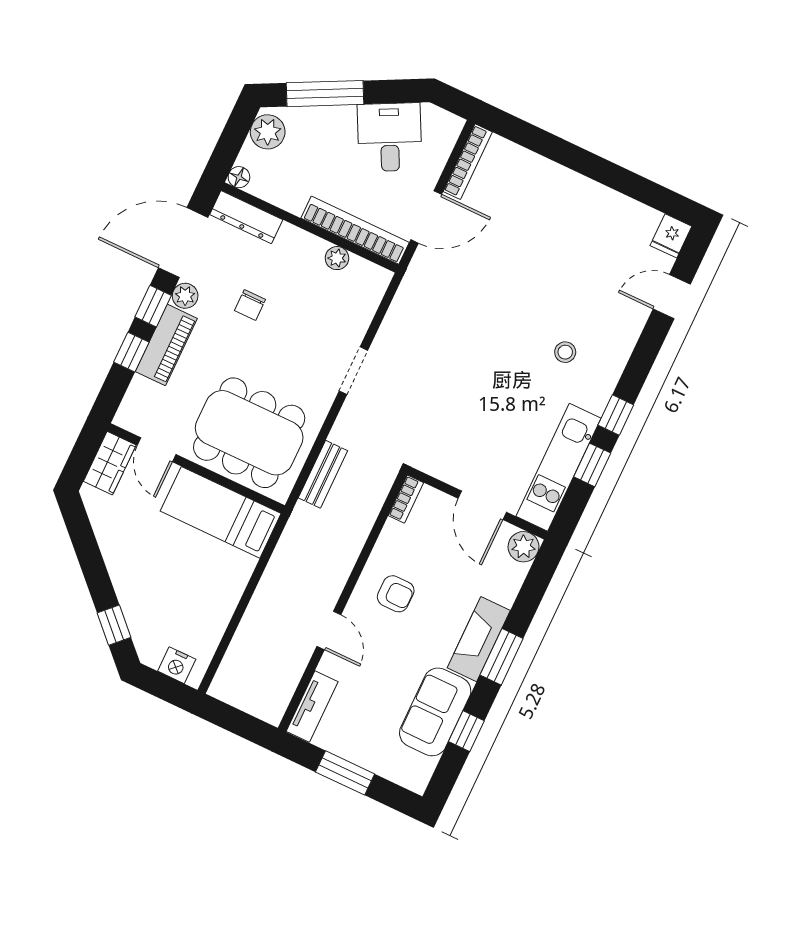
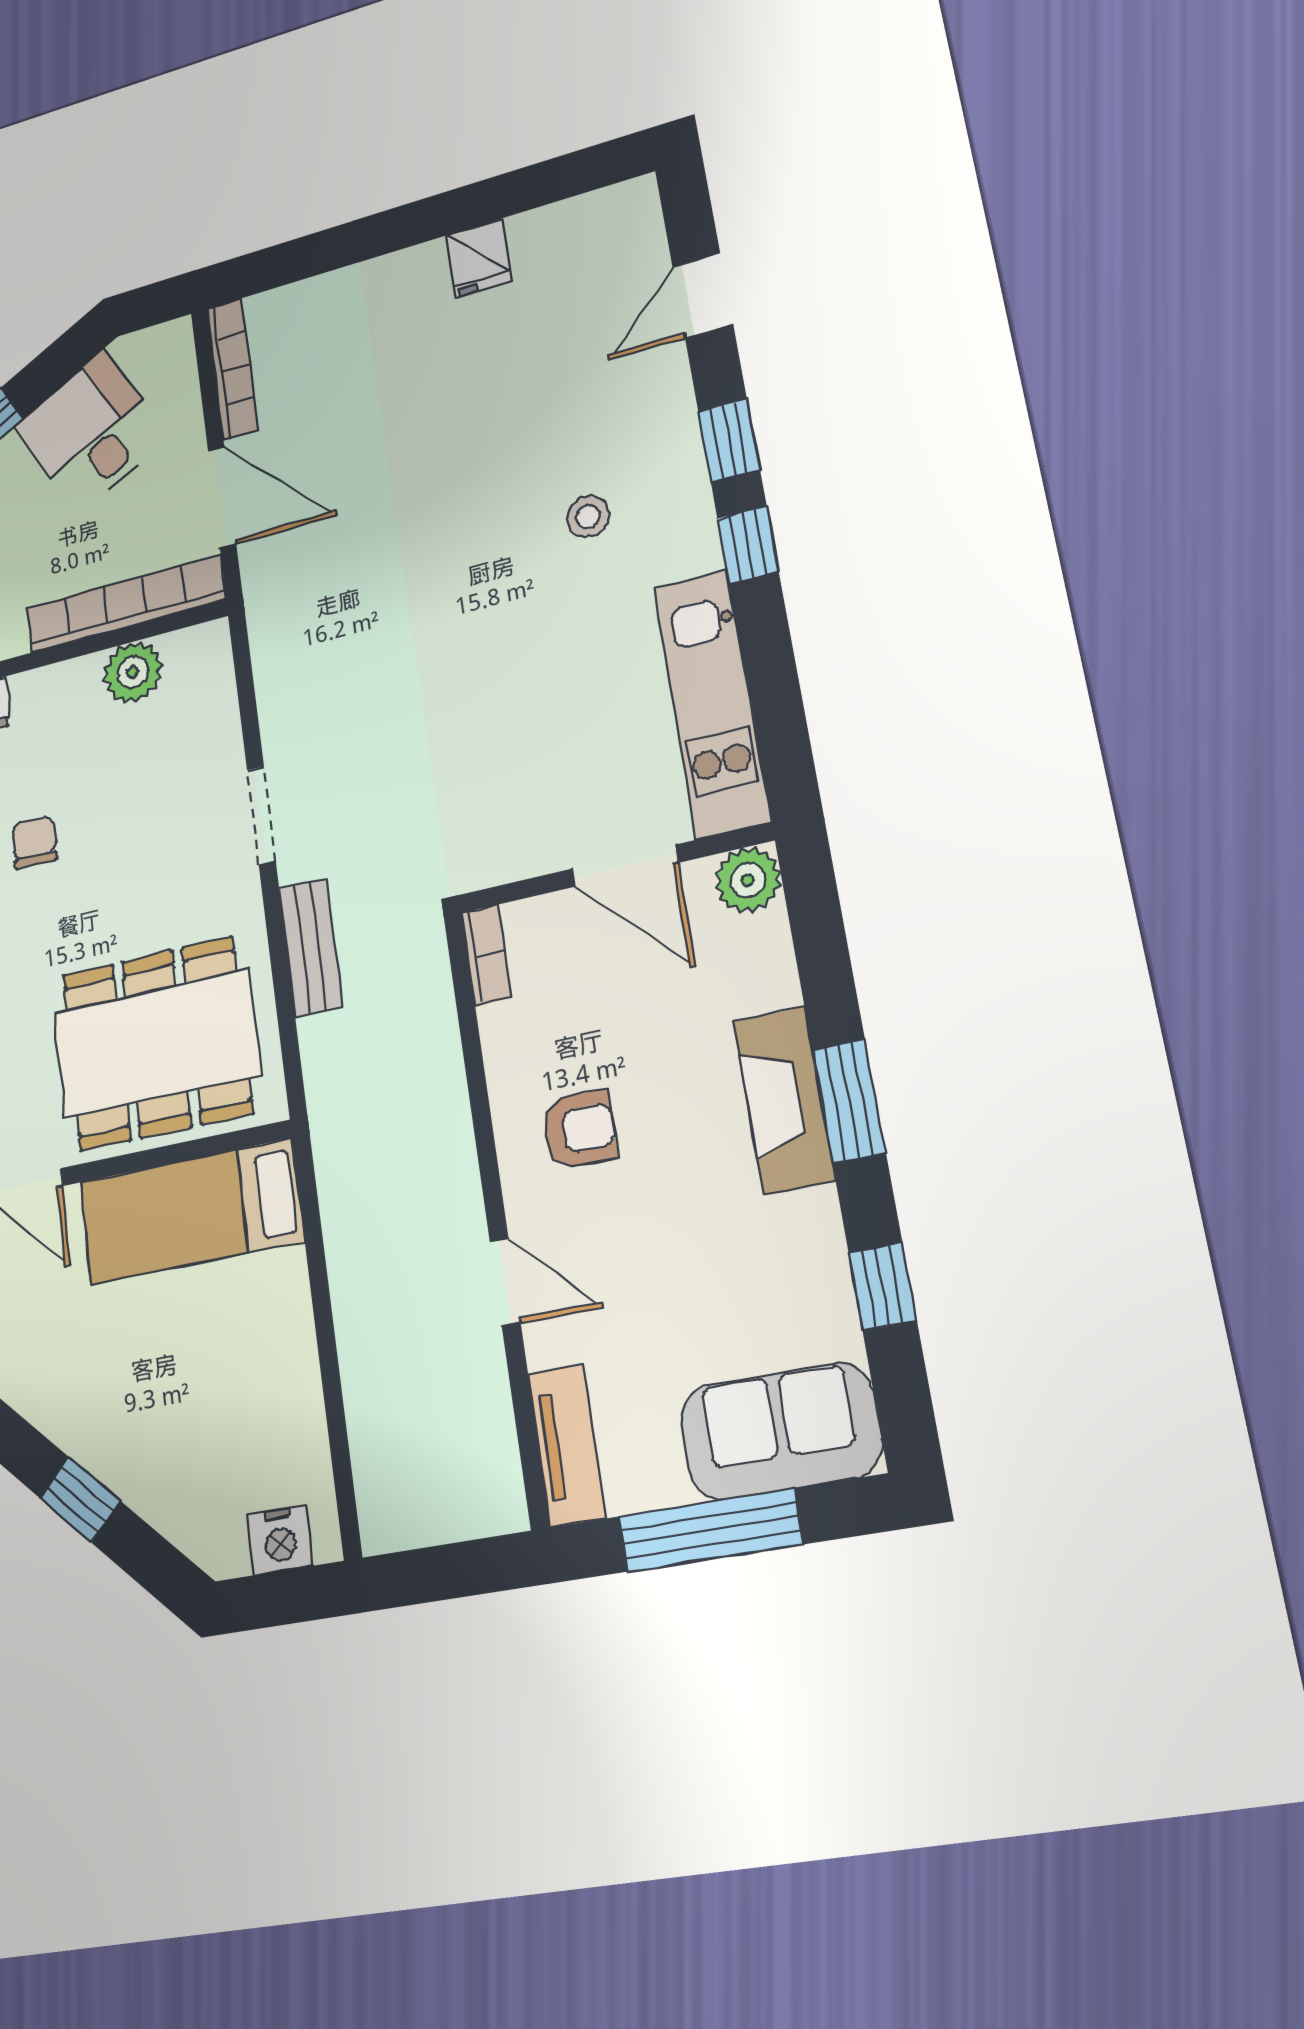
door: (426, 217) -> (222, 497), hinge flipped
fridge: (671, 236) -> (479, 258), moved
plant: (337, 258) -> (133, 672), width x1.38, depth x1.38
chair: (250, 305) -> (34, 842), turned 180
window: (592, 465) -> (729, 440), moved
bench: (323, 474) -> (311, 948), moved
window: (114, 625) -> (80, 1499), moved
sofa: (435, 712) -> (781, 1431), moved, turned 90
window: (345, 773) -> (710, 1530), width x1.44

